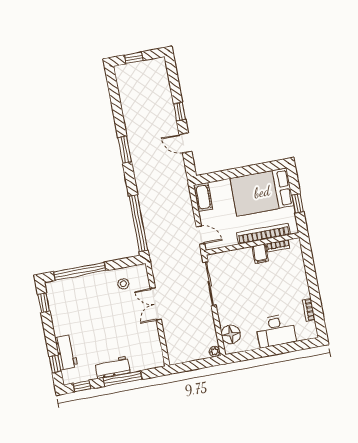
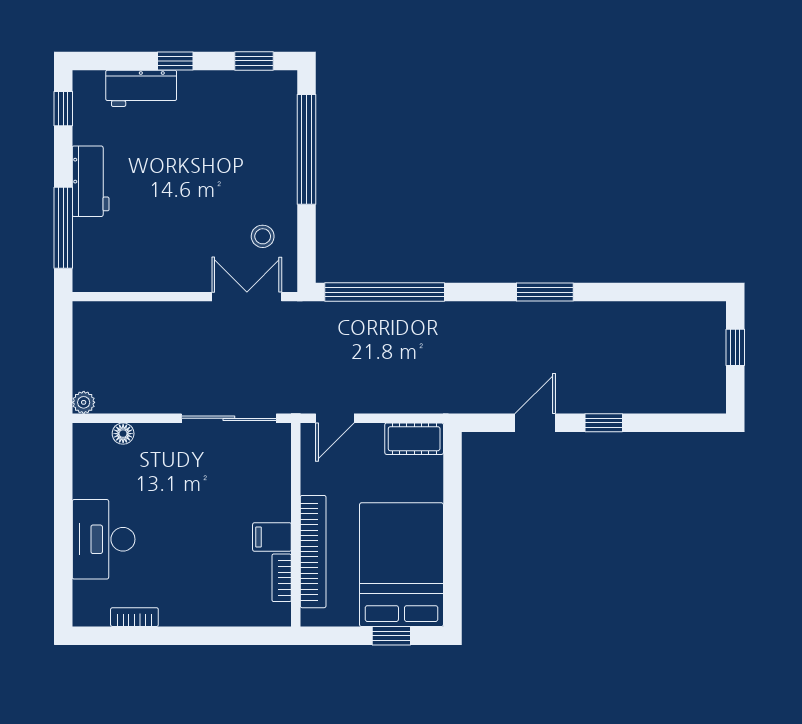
window: (298, 203) -> (391, 636), moved
double door: (156, 304) -> (247, 297), moved
floor lamp: (231, 334) -> (123, 434), width x0.53, depth x0.53
window: (55, 364) -> (175, 61), moved
window: (122, 379) -> (63, 228), moved

